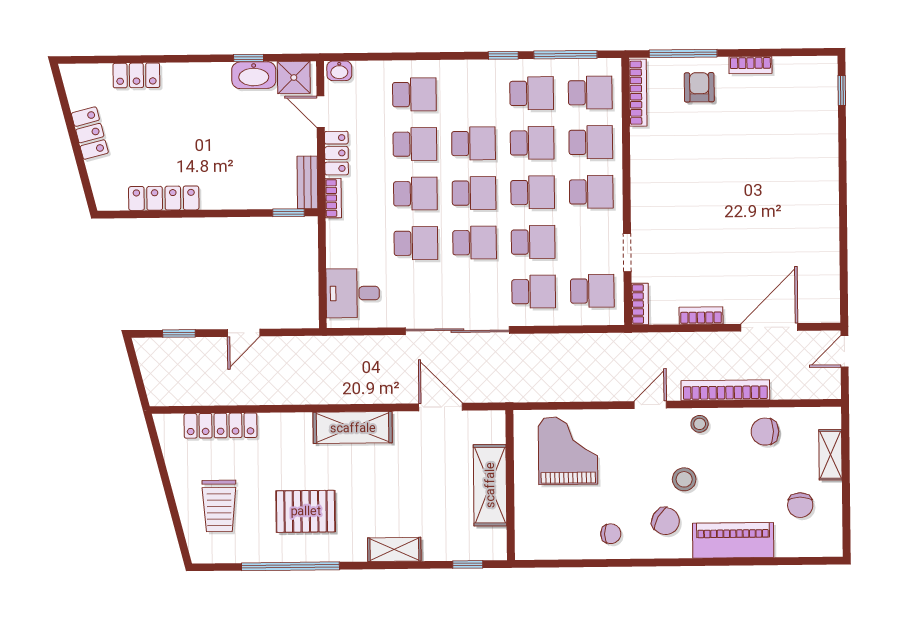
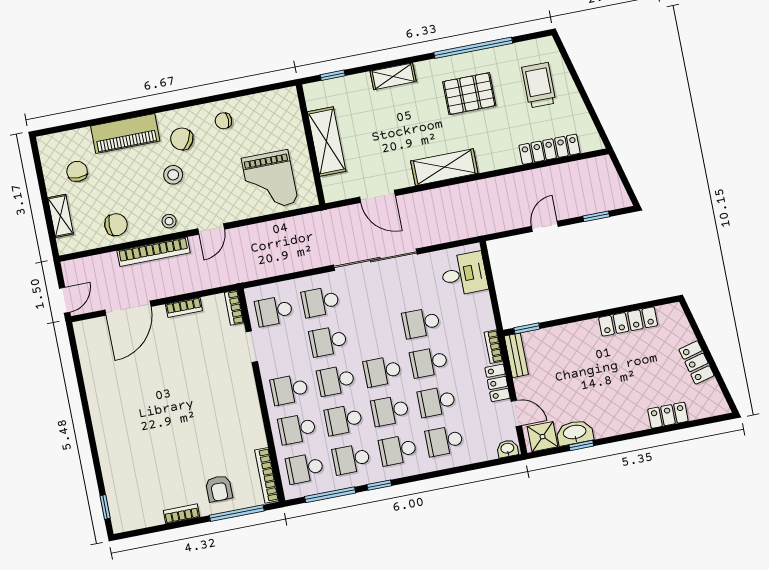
school desk: (475, 243) -> (398, 450), moved

